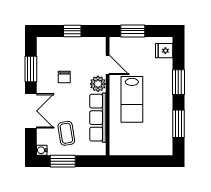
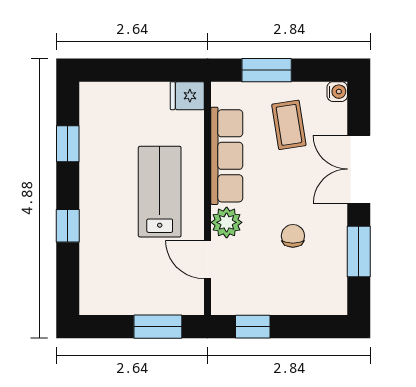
window: (72, 31) -> (253, 327), moved
fridge: (164, 51) -> (187, 96), moved, turned 180
window: (178, 82) -> (68, 226), width x0.67
window: (178, 124) -> (68, 144), width x0.67
window: (63, 161) -> (267, 70), moved

